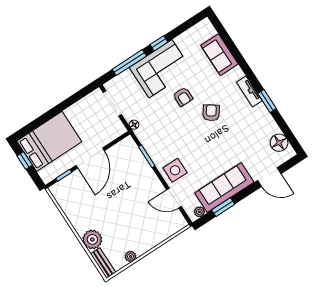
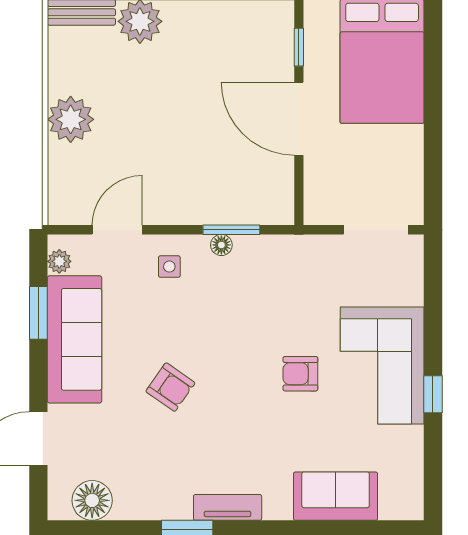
window: (129, 63) -> (433, 313), removed
armchair: (211, 113) -> (170, 387), moved
floor lamp: (134, 125) -> (221, 245), moved
side table: (175, 170) -> (169, 267), width x0.54, depth x0.54
plant: (130, 256) -> (71, 119), moved, width x1.88, depth x1.88

